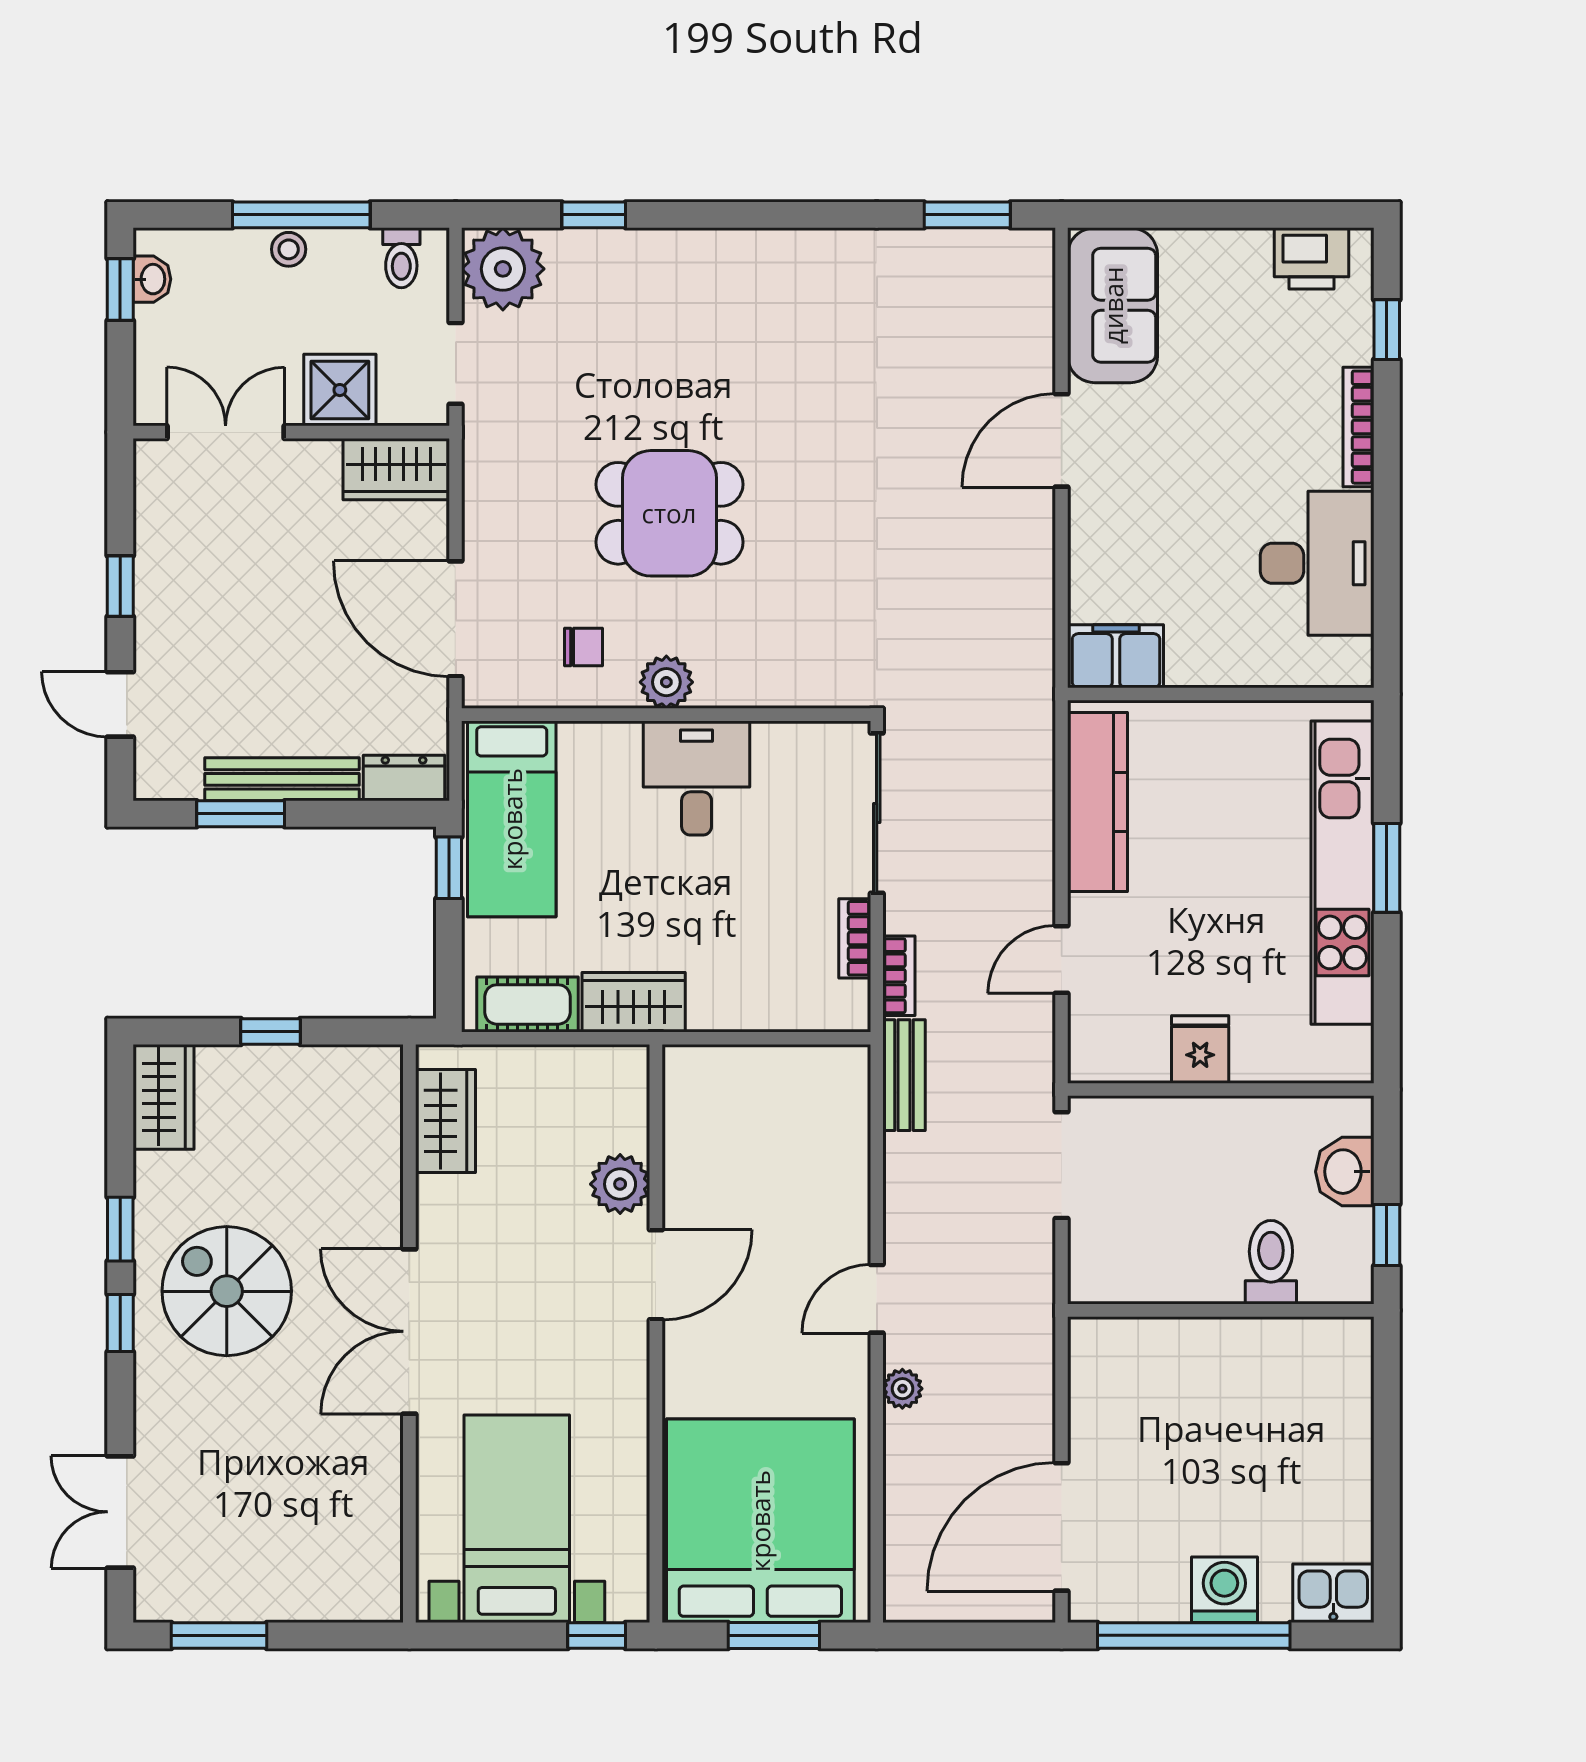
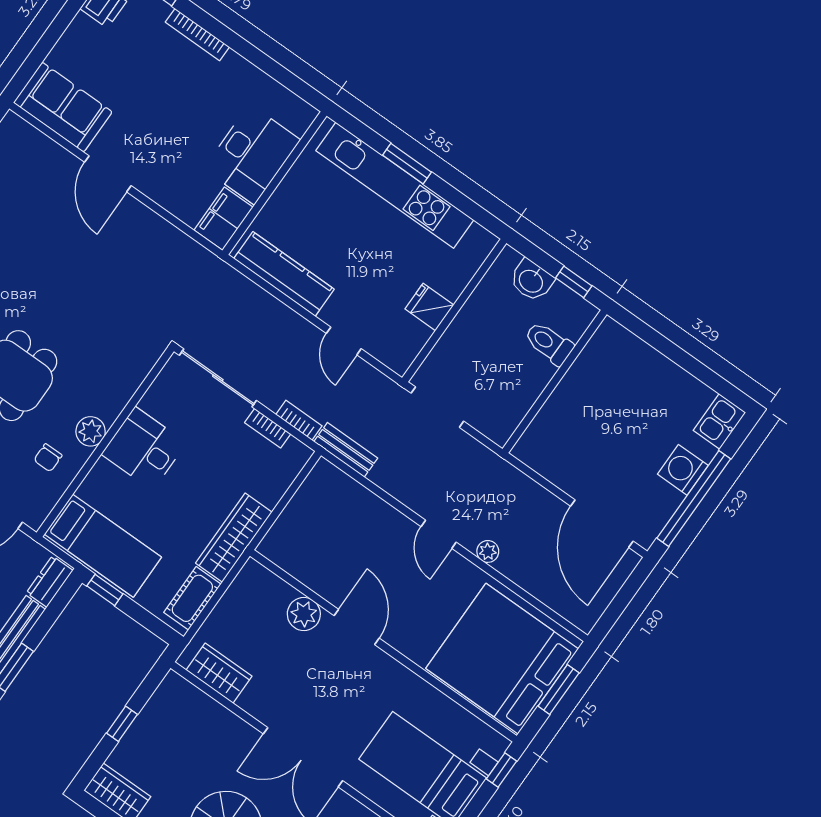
desk: (1317, 563) -> (252, 154), moved, turned 90
chair: (584, 647) -> (48, 458), turned 180
wardrobe: (634, 1002) -> (234, 538), width x1.50

